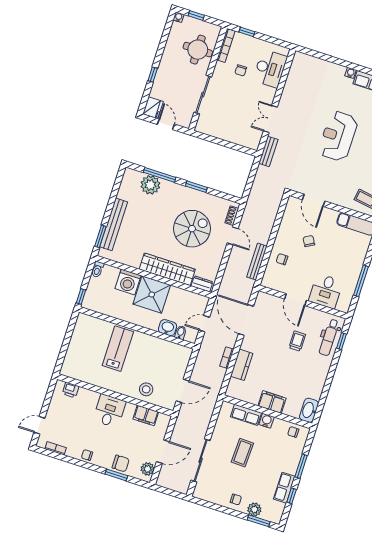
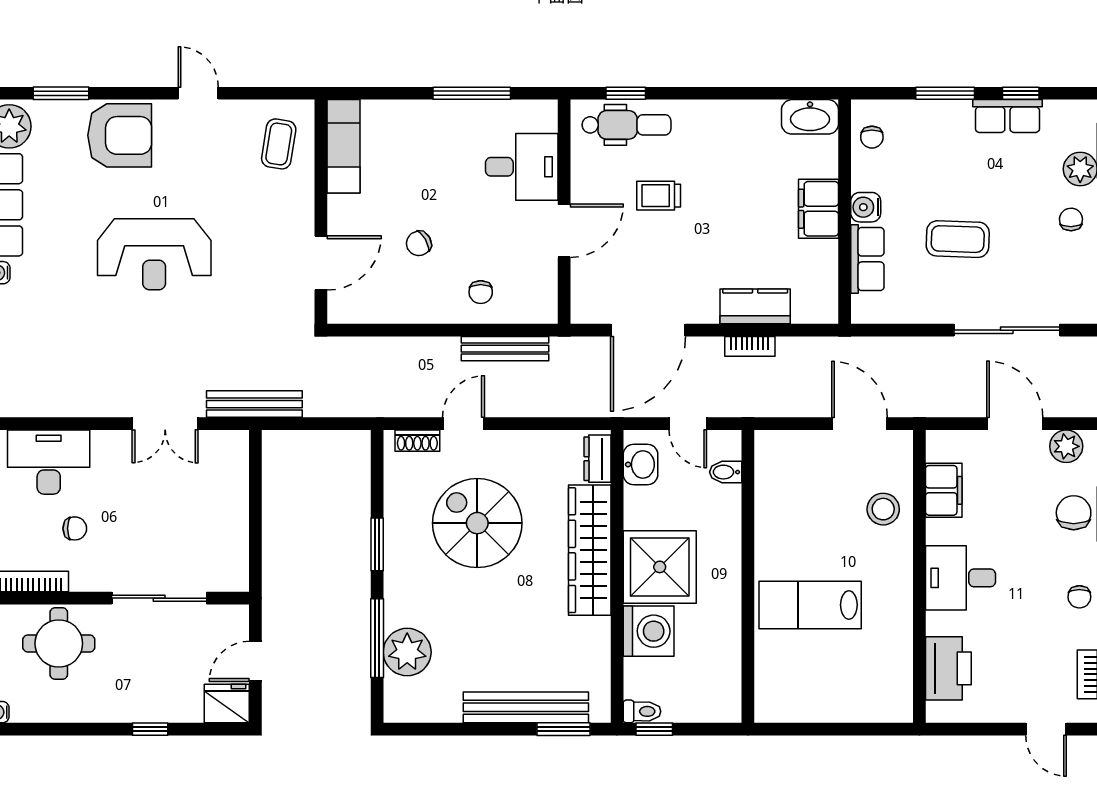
bench: (268, 151) -> (254, 404), width x1.36
window: (81, 296) -> (654, 729), moved
washbasin: (168, 328) -> (640, 464), moved, turned 180
printer: (71, 390) -> (948, 668), width x1.87, depth x1.48

